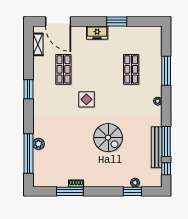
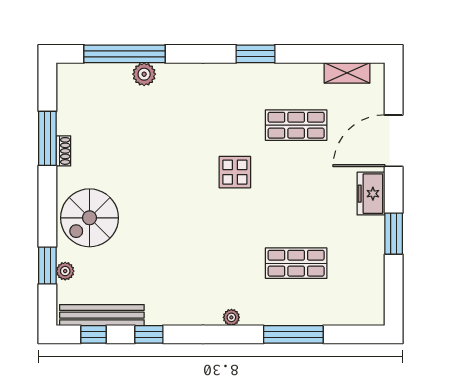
door: (58, 22) -> (394, 141), moved
spiral stairs: (108, 138) -> (90, 218), moved
window: (166, 142) -> (149, 334), width x0.46
bench: (157, 147) -> (102, 315), moved

